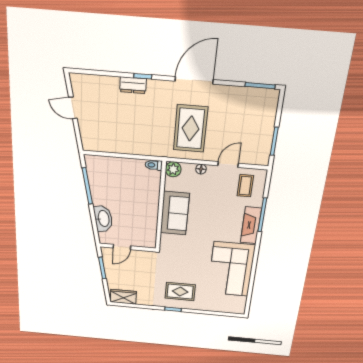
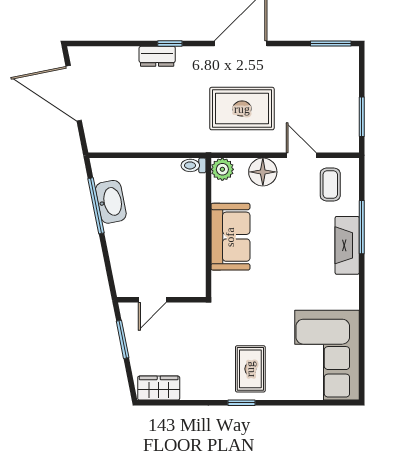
door: (73, 108) -> (74, 93), width x1.87
rug: (191, 129) -> (242, 109), turned 90
door: (228, 164) -> (301, 155), hinge flipped
floor lamp: (201, 169) -> (263, 172), width x1.89, depth x1.89
washbasin: (103, 219) -> (111, 202), moved
corner sofa: (231, 269) -> (327, 355), moved
rug: (180, 291) -> (250, 369), turned 90

